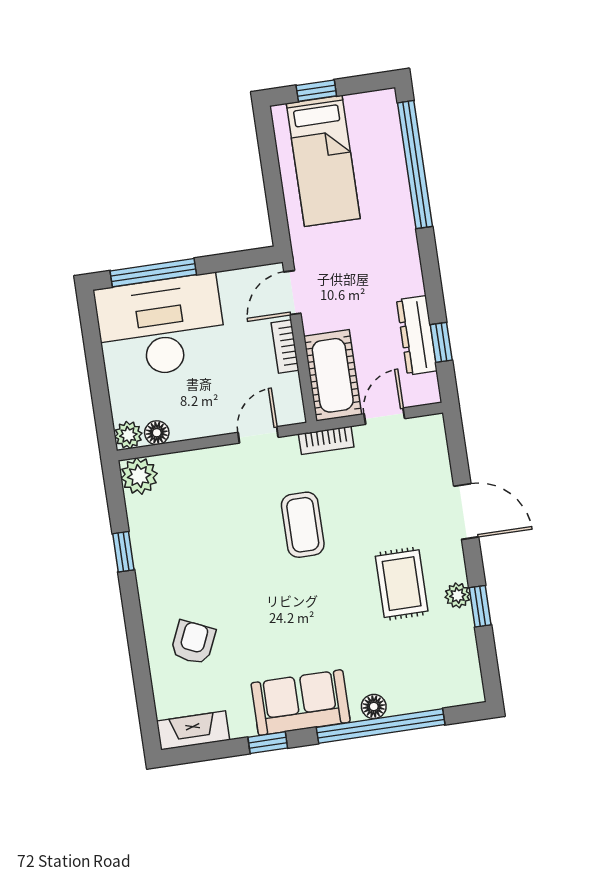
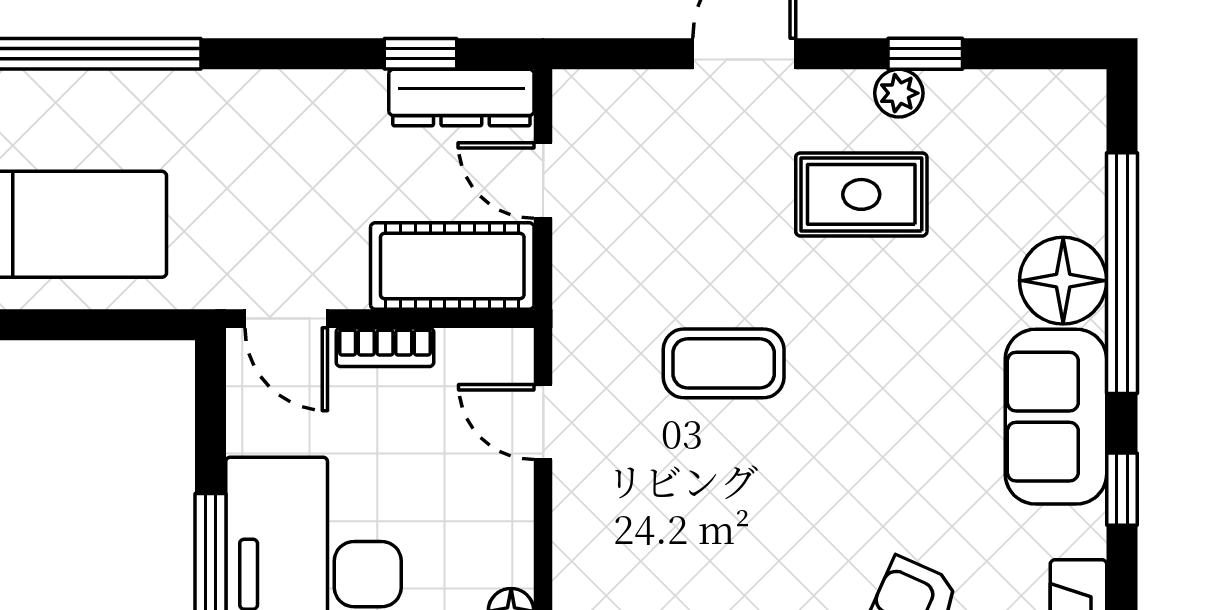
dresser: (417, 335) -> (461, 97), moved
bookcase: (326, 440) -> (572, 296), removed
floor lamp: (374, 706) -> (1063, 281), width x1.89, depth x1.89

